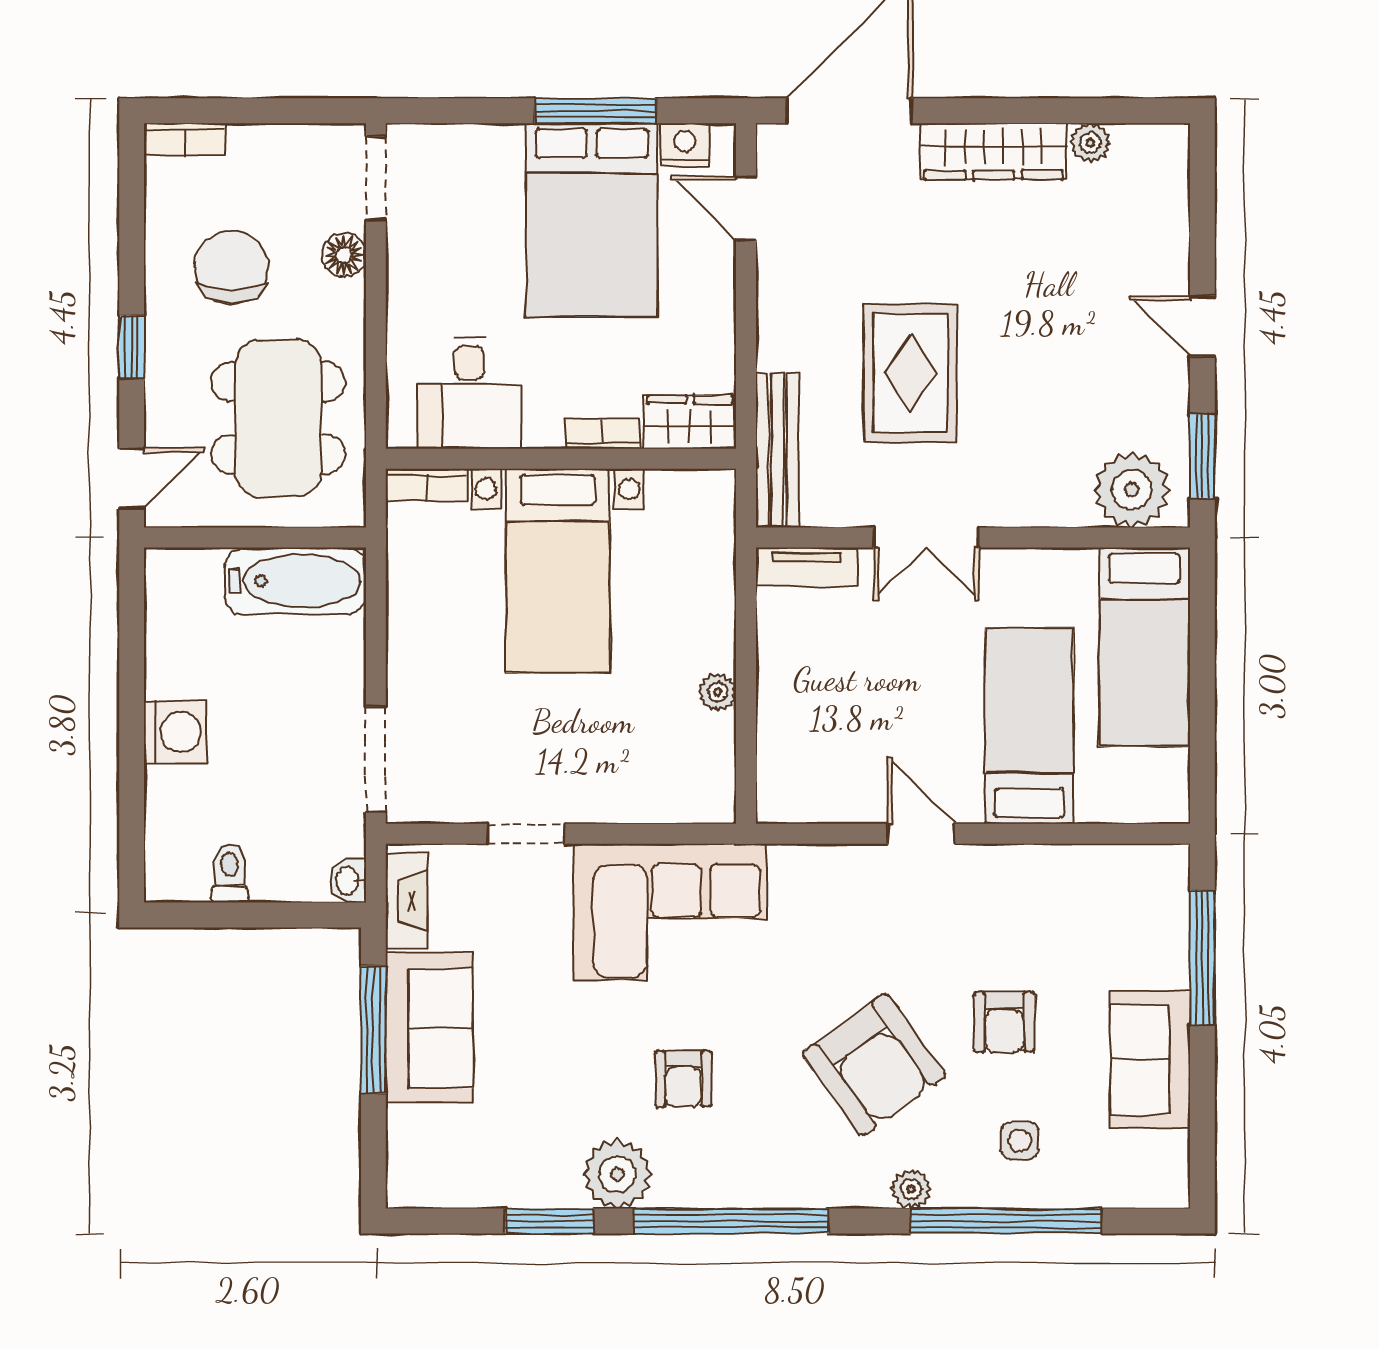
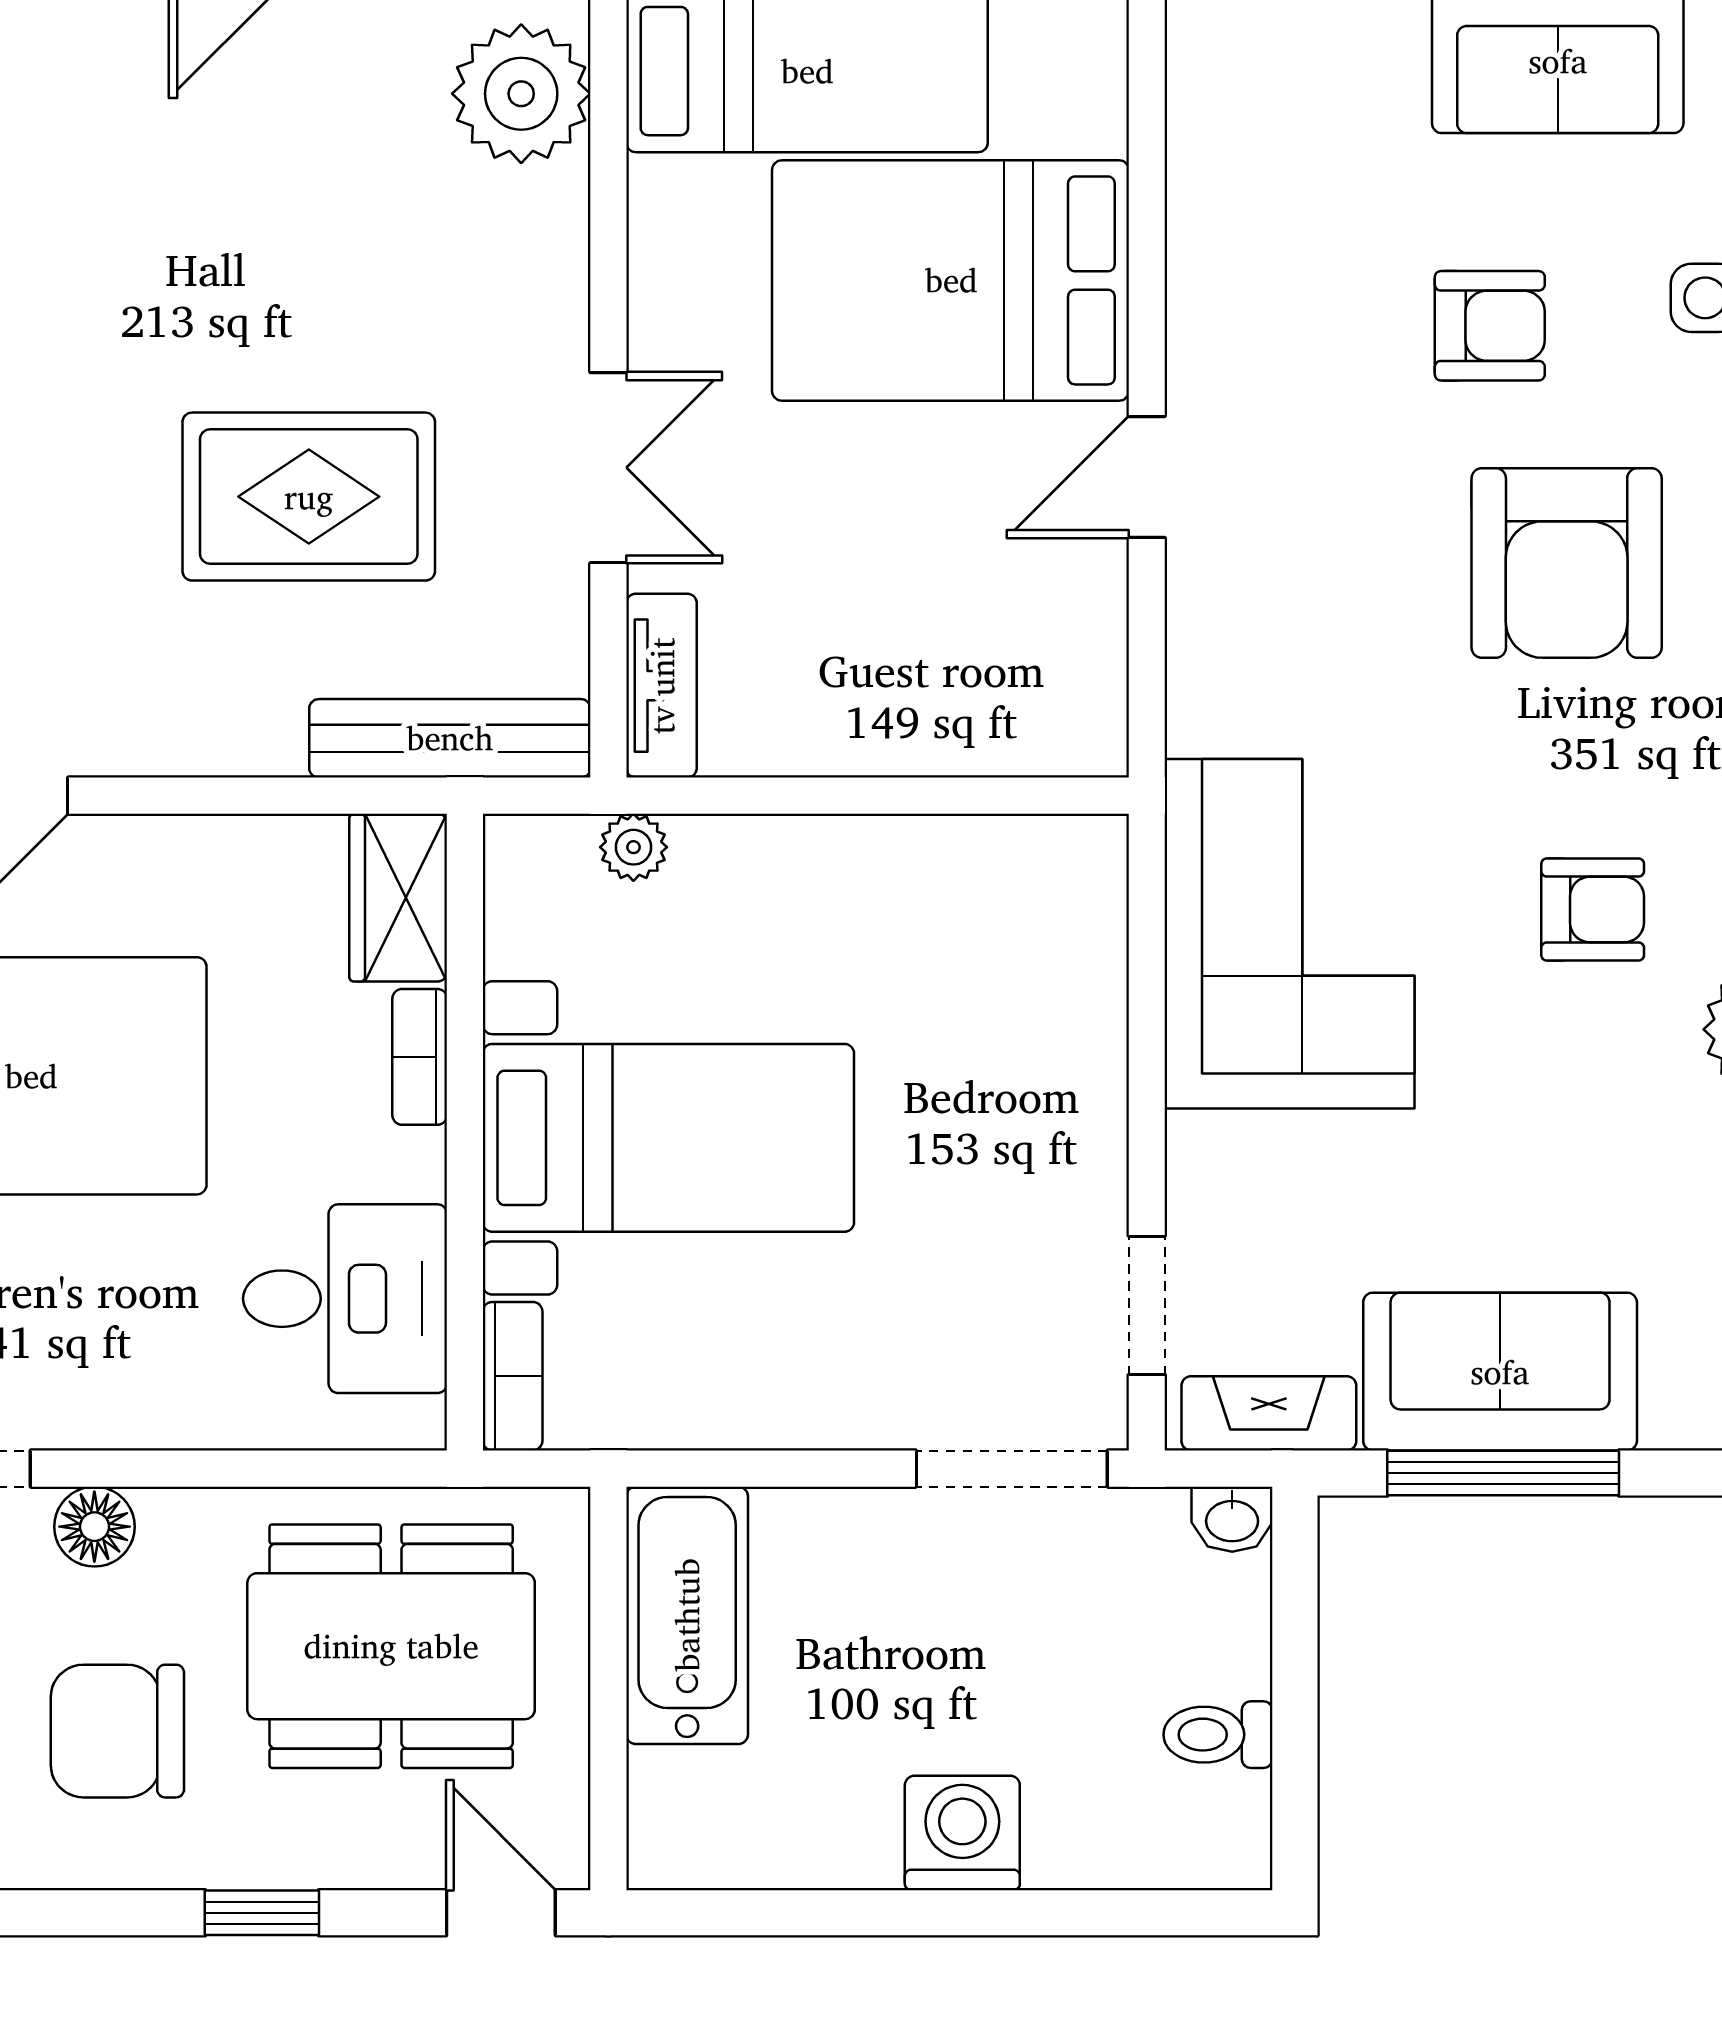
plant: (718, 692) -> (633, 847), moved
bed: (1029, 726) -> (951, 280), width x1.50
doorway: (526, 834) -> (1147, 1305), moved
armchair: (874, 1065) -> (1567, 563), turned 126

